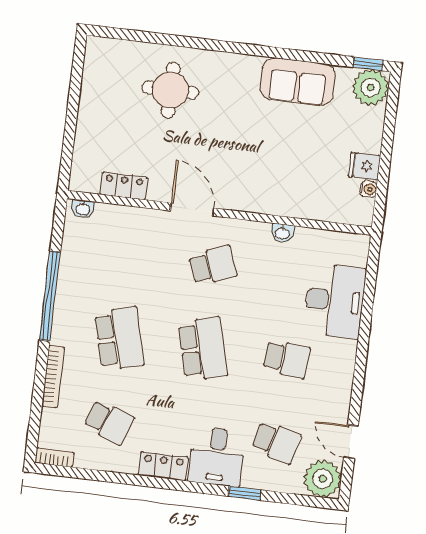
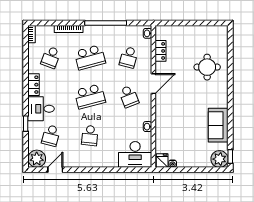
fridge: (365, 166) -> (162, 161), moved
school desk: (129, 255) -> (129, 57), added
desk: (335, 301) -> (135, 154), moved

